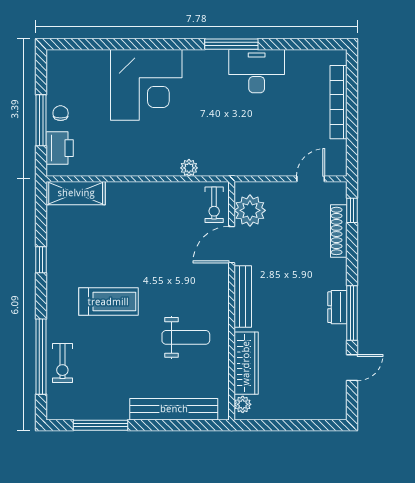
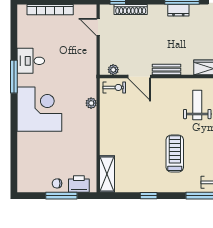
desk: (257, 71) -> (31, 61), width x0.73
corner desk: (146, 85) -> (39, 109), moved
plant: (250, 210) -> (113, 70), width x0.53, depth x0.53
bench: (243, 297) -> (167, 70), width x0.73

